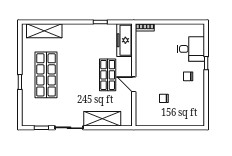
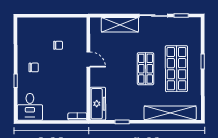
shelving: (44, 31) -> (170, 113), width x1.47
desk: (191, 49) -> (30, 107), moved, turned -90
shop shelf: (108, 75) -> (146, 69), moved

